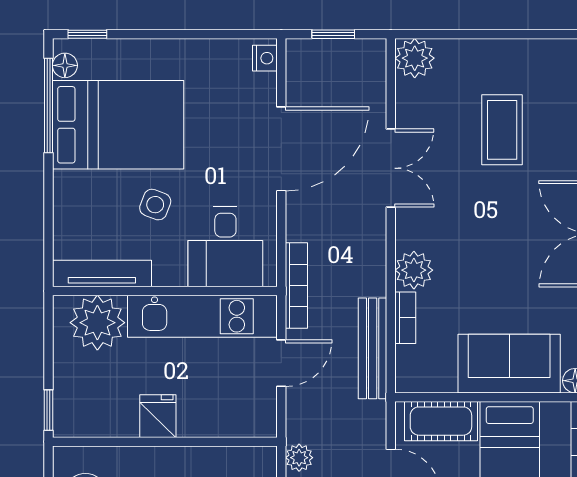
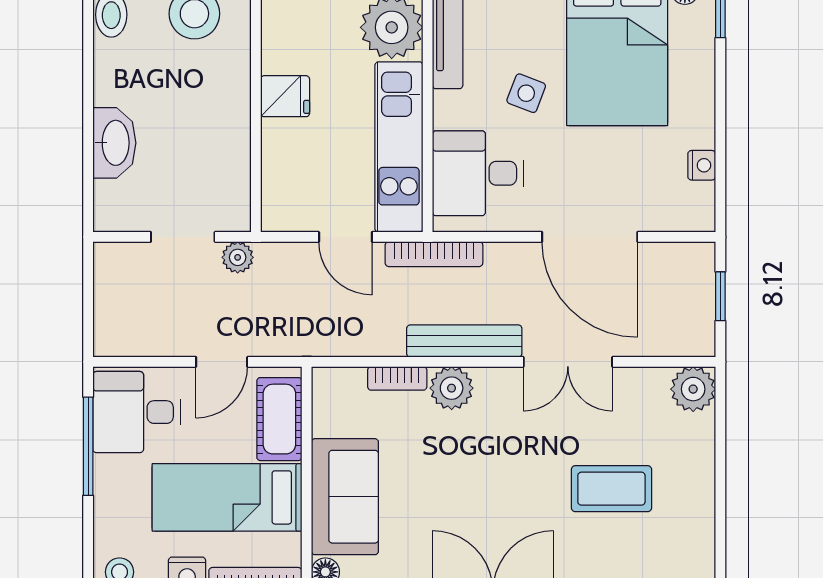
nightstand: (265, 58) -> (702, 165), moved, turned -90
bench: (373, 348) -> (464, 341), moved

